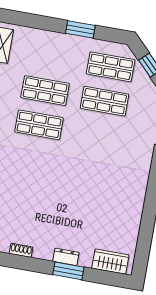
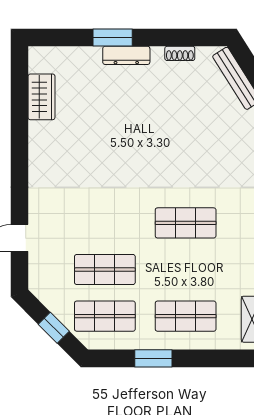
shop shelf: (45, 91) -> (186, 316), moved
dresser: (66, 257) -> (126, 55), width x1.44
wardrobe: (110, 262) -> (41, 97), moved, turned -90

